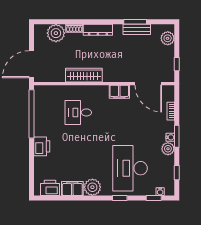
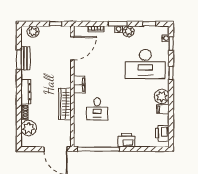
filing cabinet: (119, 92) -> (79, 85), moved
filing cabinet: (72, 188) -> (163, 109), width x0.50

